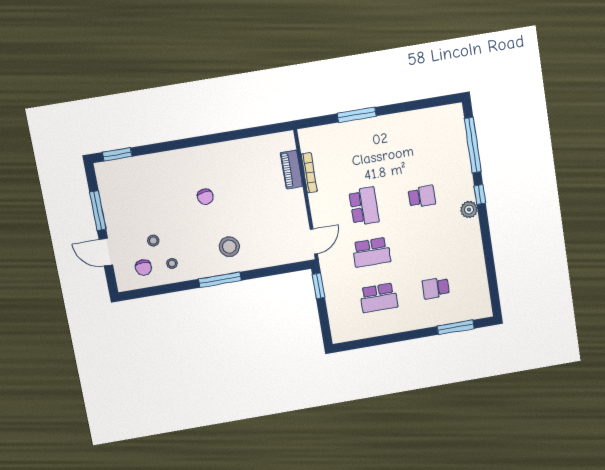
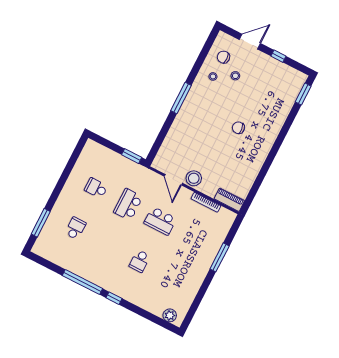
window: (473, 145) -> (82, 282), moved
piano: (292, 169) -> (229, 200), moved
plant: (469, 210) -> (170, 315), moved
window: (98, 211) -> (278, 56), width x0.46
door: (314, 241) -> (173, 180), moved
stool: (229, 247) -> (194, 178), moved
school desk: (379, 298) -> (96, 188), width x0.54

